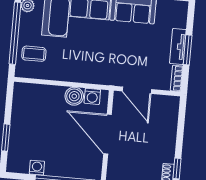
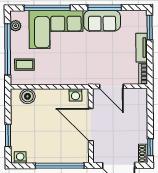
window: (188, 50) -> (150, 27), moved
boiler: (74, 96) -> (28, 96), moved
washing machine: (37, 168) -> (20, 157), moved

